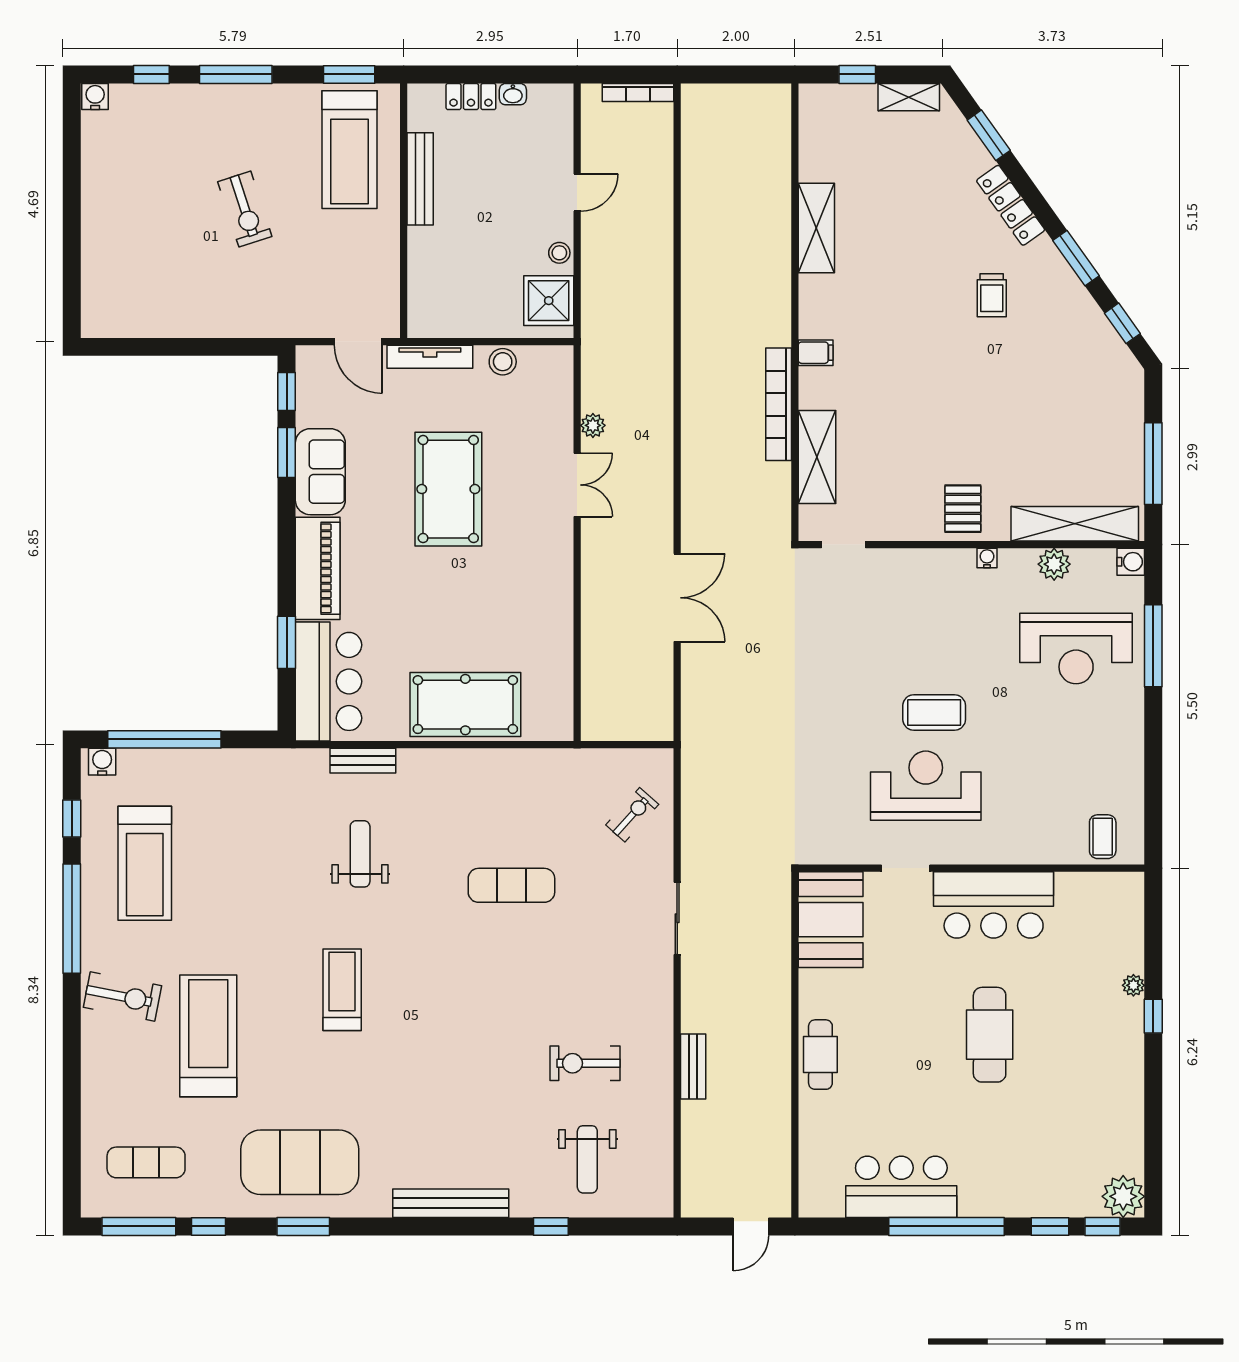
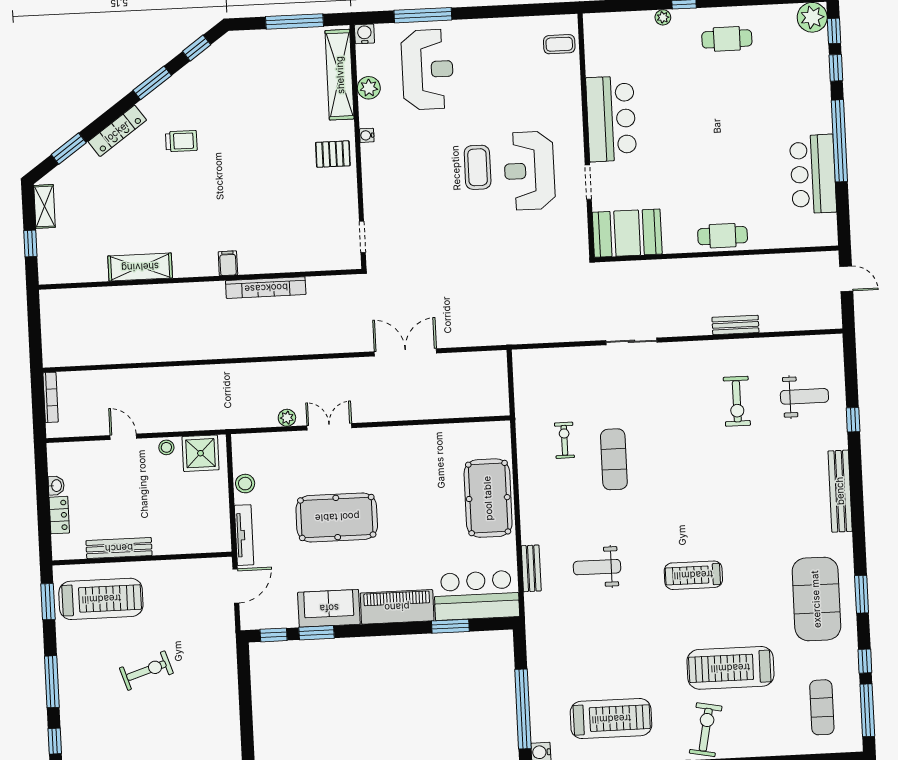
shelving: (817, 457) -> (301, 259), removed
exercise bike: (632, 815) -> (564, 440), moved, turned 48
cafe table: (990, 1035) -> (727, 39), moved, width x0.73, depth x0.74

